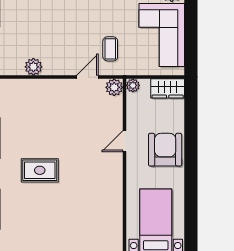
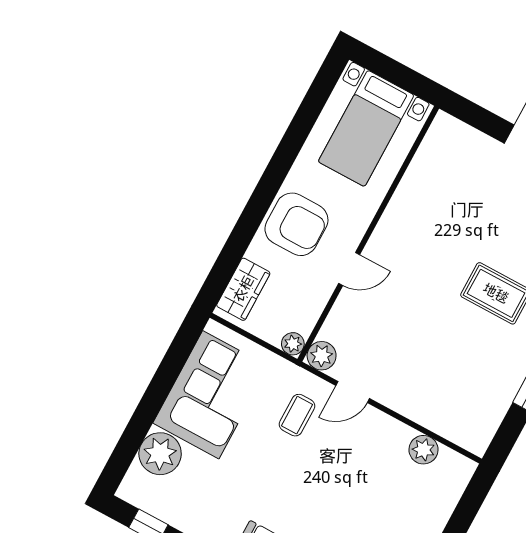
wardrobe: (168, 88) -> (243, 289), moved, turned 90
armchair: (165, 150) -> (296, 224), turned -90

